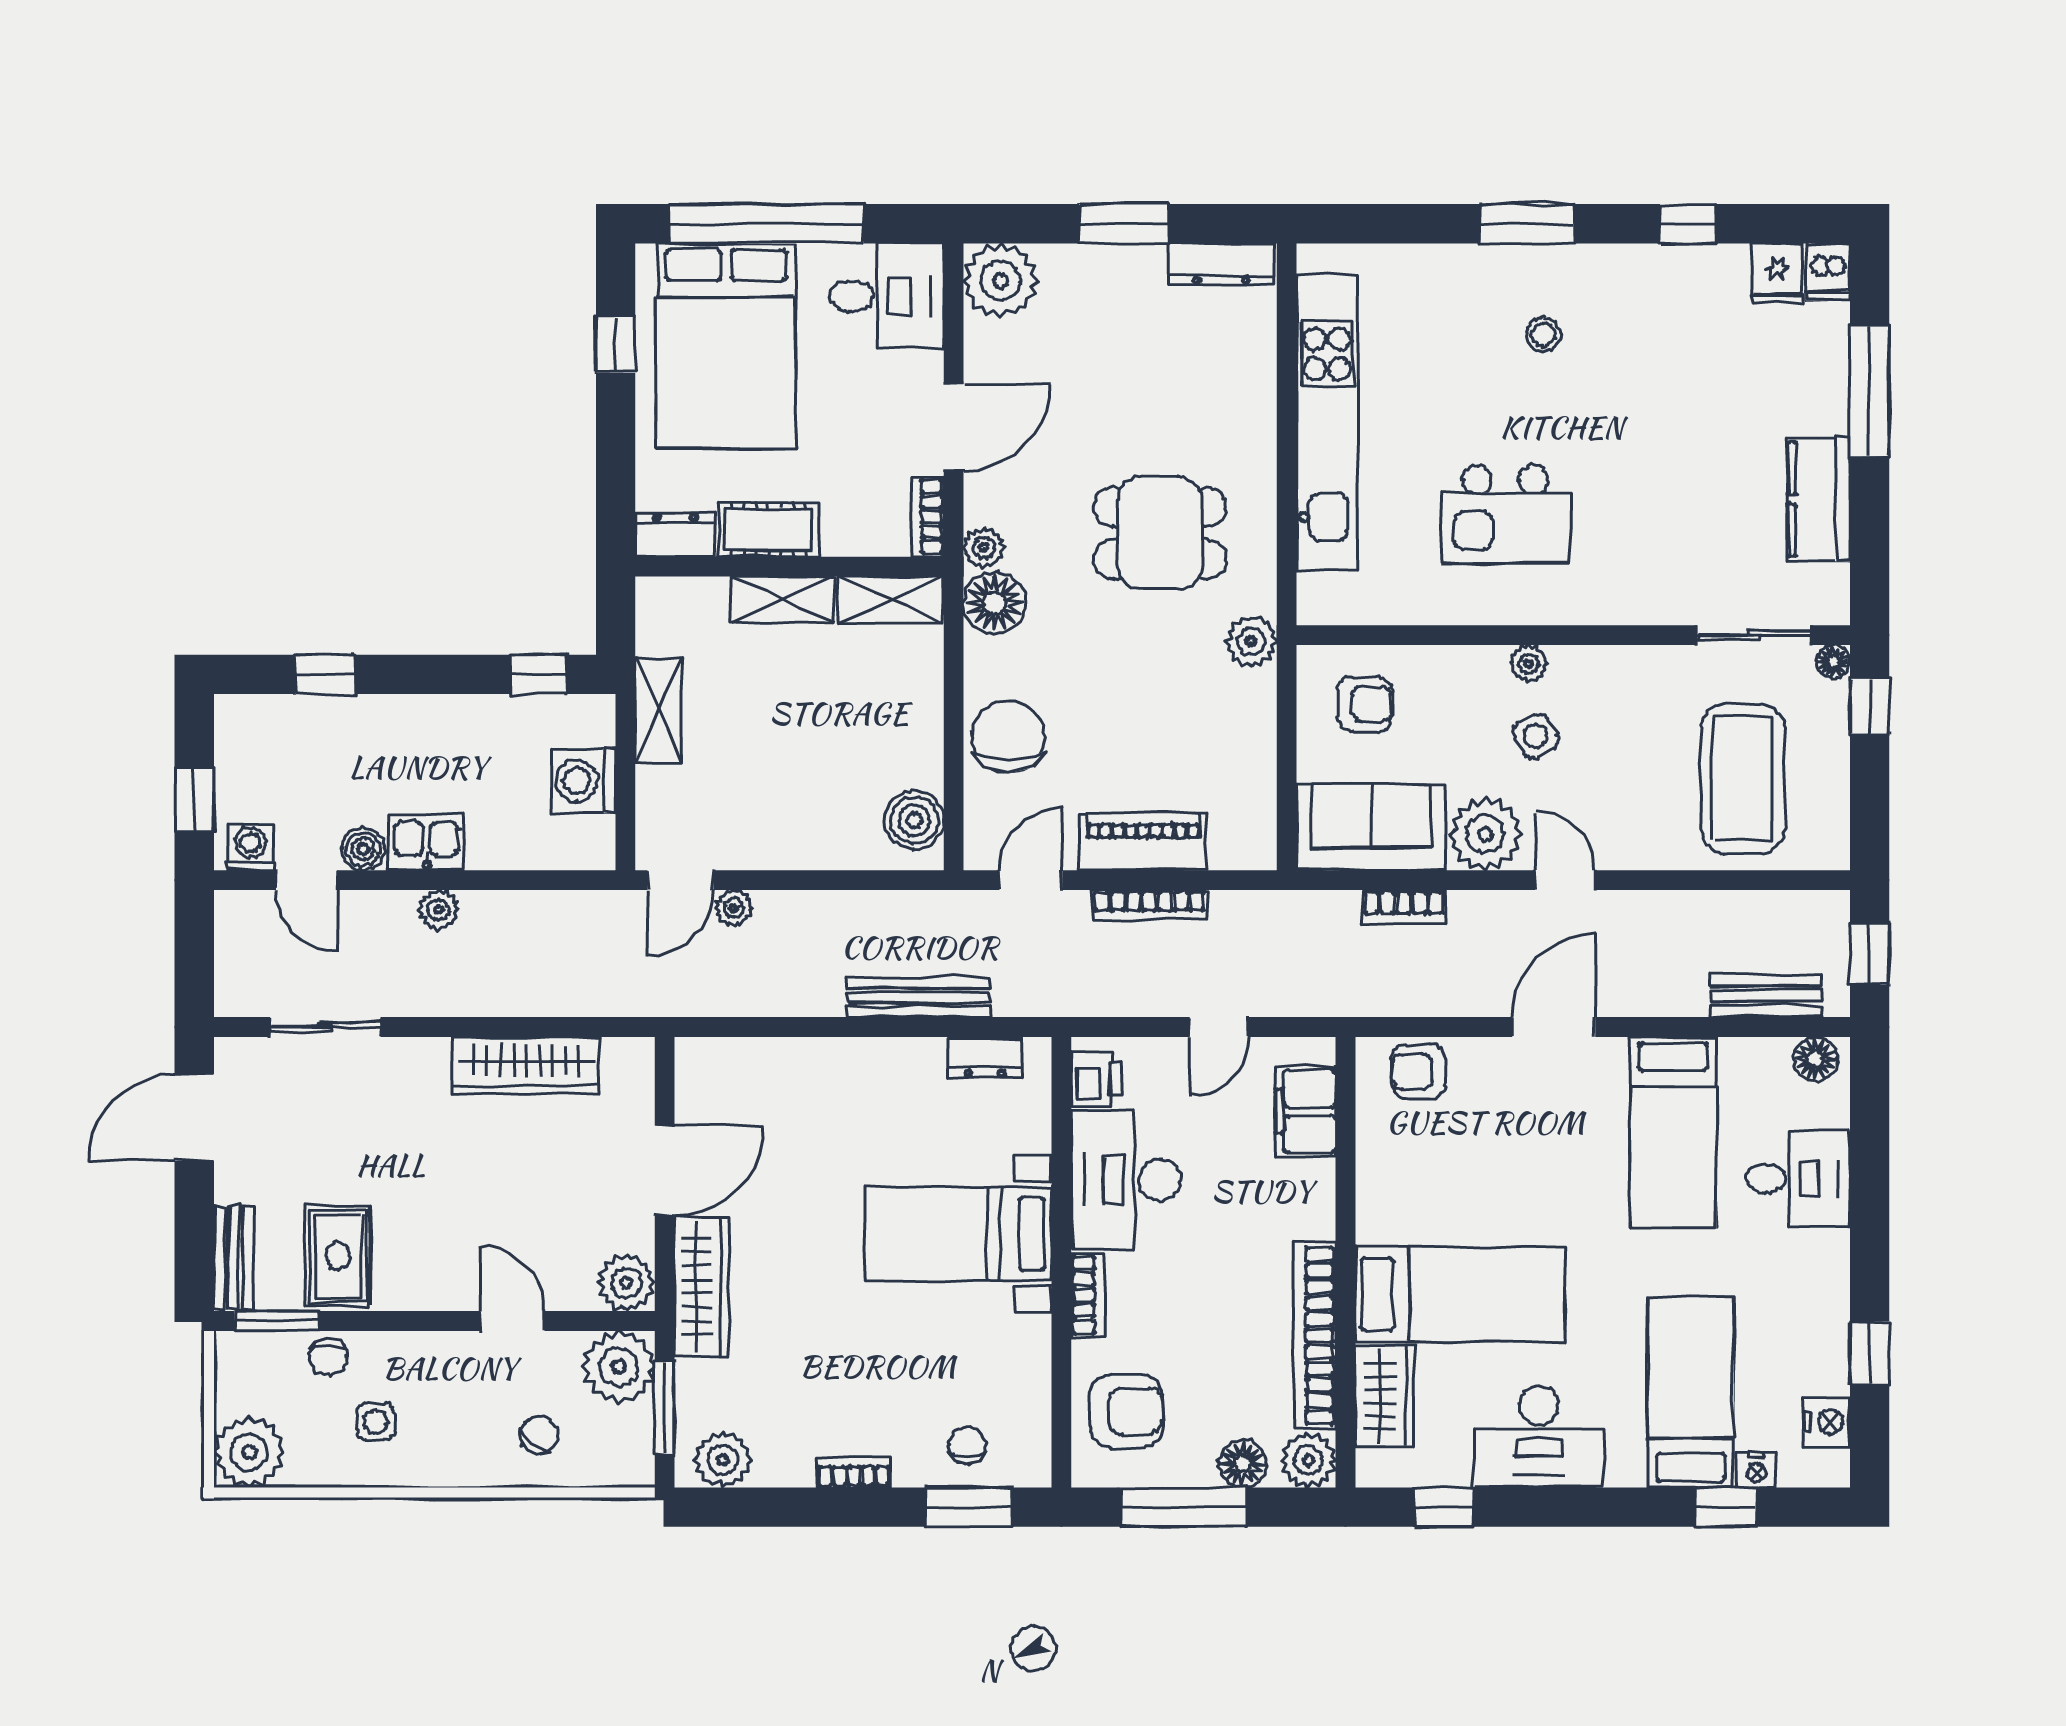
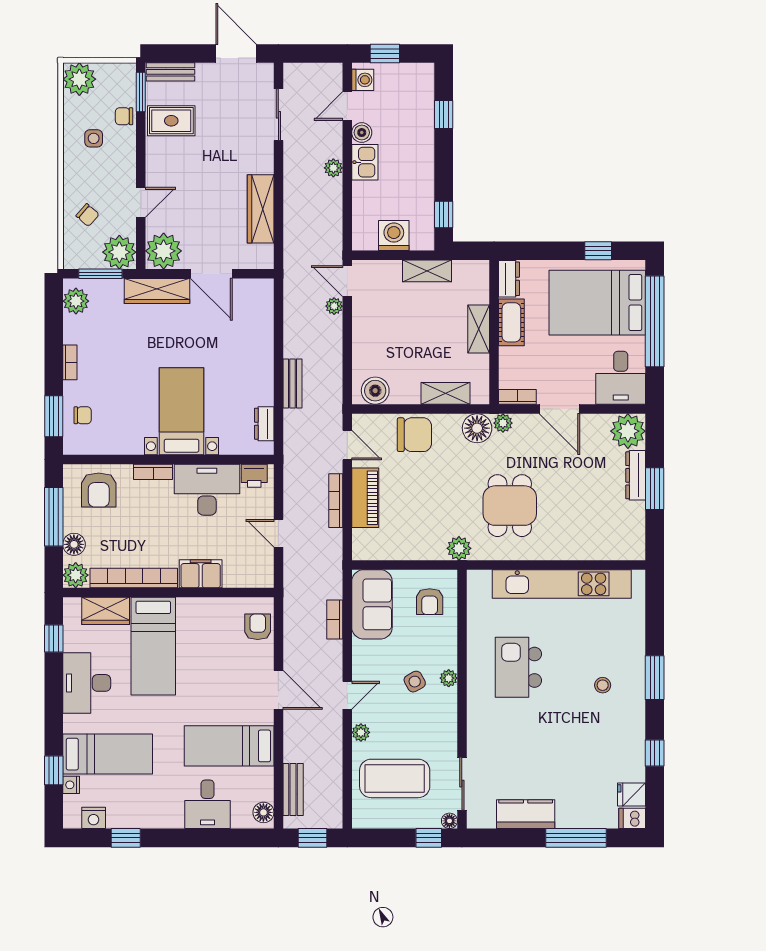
dresser: (1221, 264) -> (636, 475), moved
shelving: (890, 600) -> (446, 393), moved, turned 90
plant: (1485, 834) -> (361, 732), moved, width x0.53, depth x0.53
bench: (918, 997) -> (292, 383), width x0.73
filing cabinet: (1305, 1111) -> (201, 574), moved
plant: (626, 1283) -> (164, 251), width x1.36, depth x1.36

